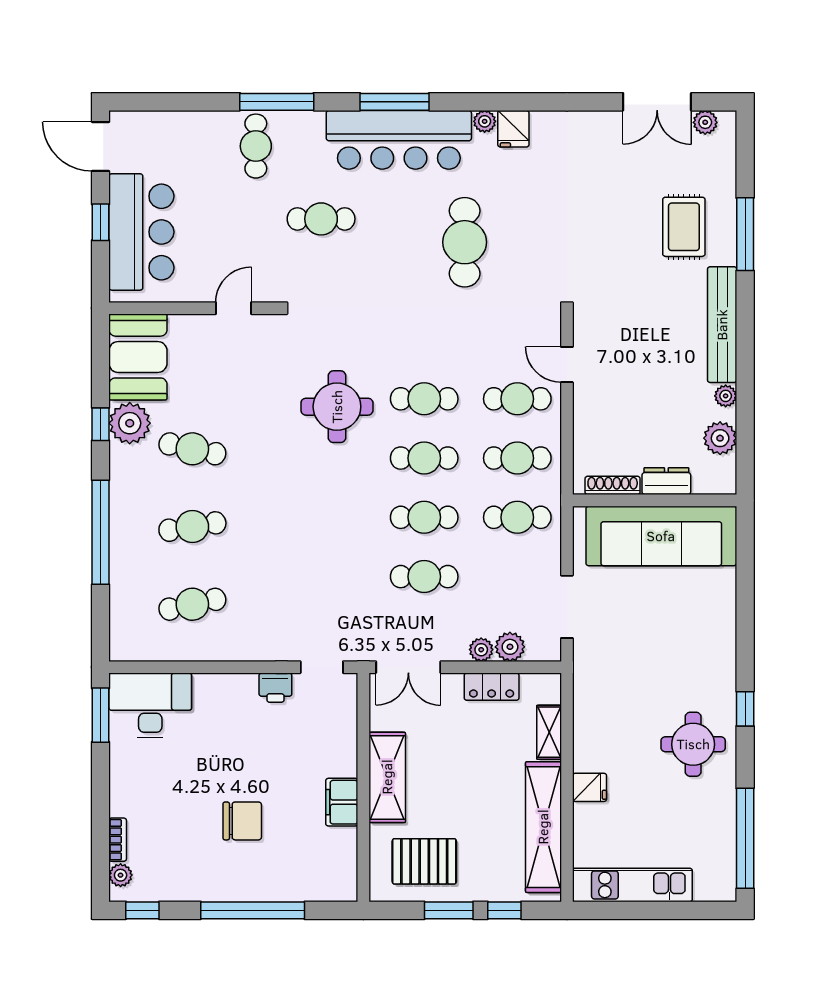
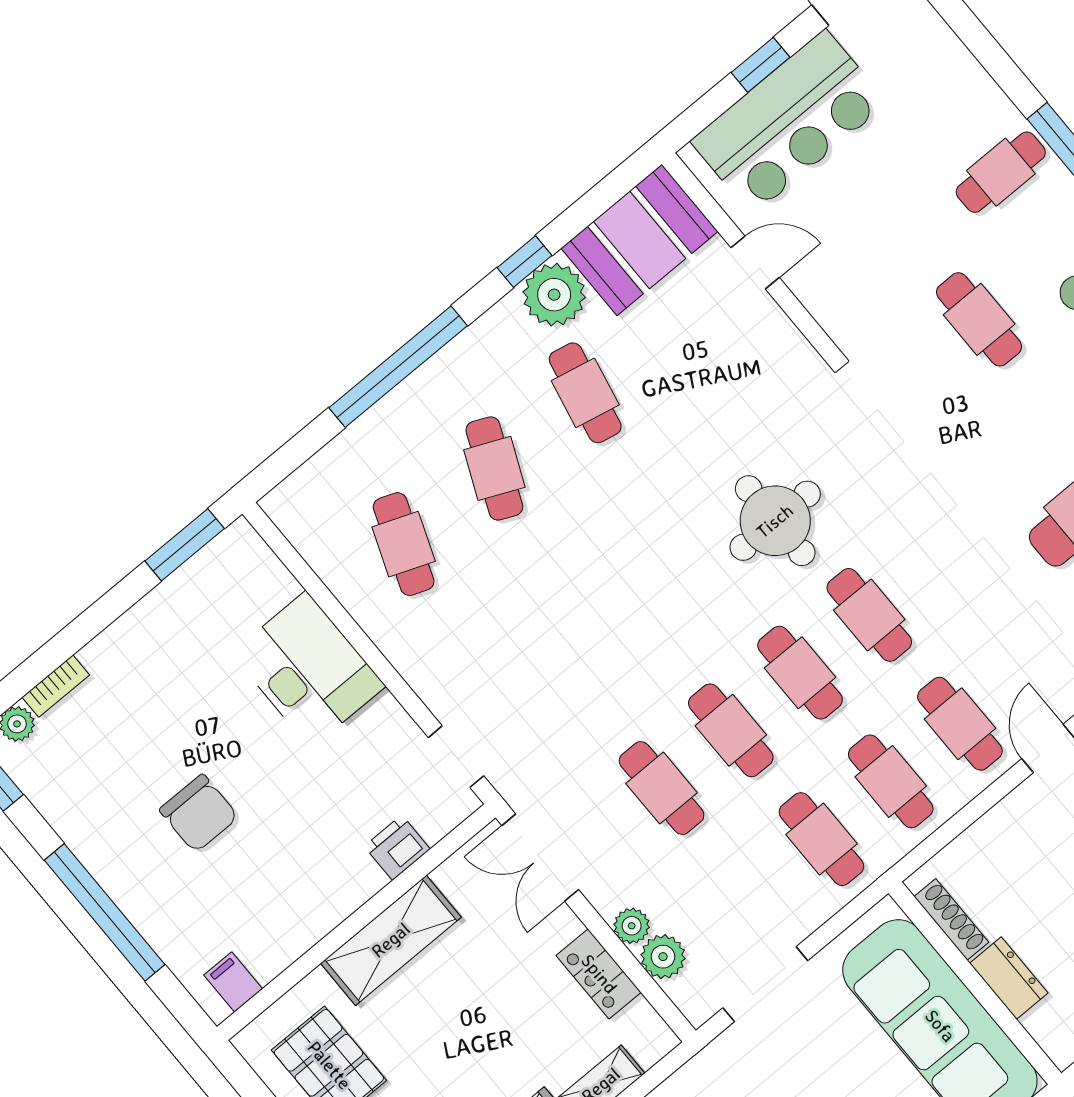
door: (234, 308) -> (755, 263), moved
cafe table: (192, 527) -> (494, 468), turned 33
cafe table: (192, 604) -> (404, 544), turned 33
printer: (275, 688) -> (397, 848), moved, turned 90
desk: (150, 705) -> (308, 670), moved
filing cabinet: (342, 802) -> (233, 982), moved, width x0.50

